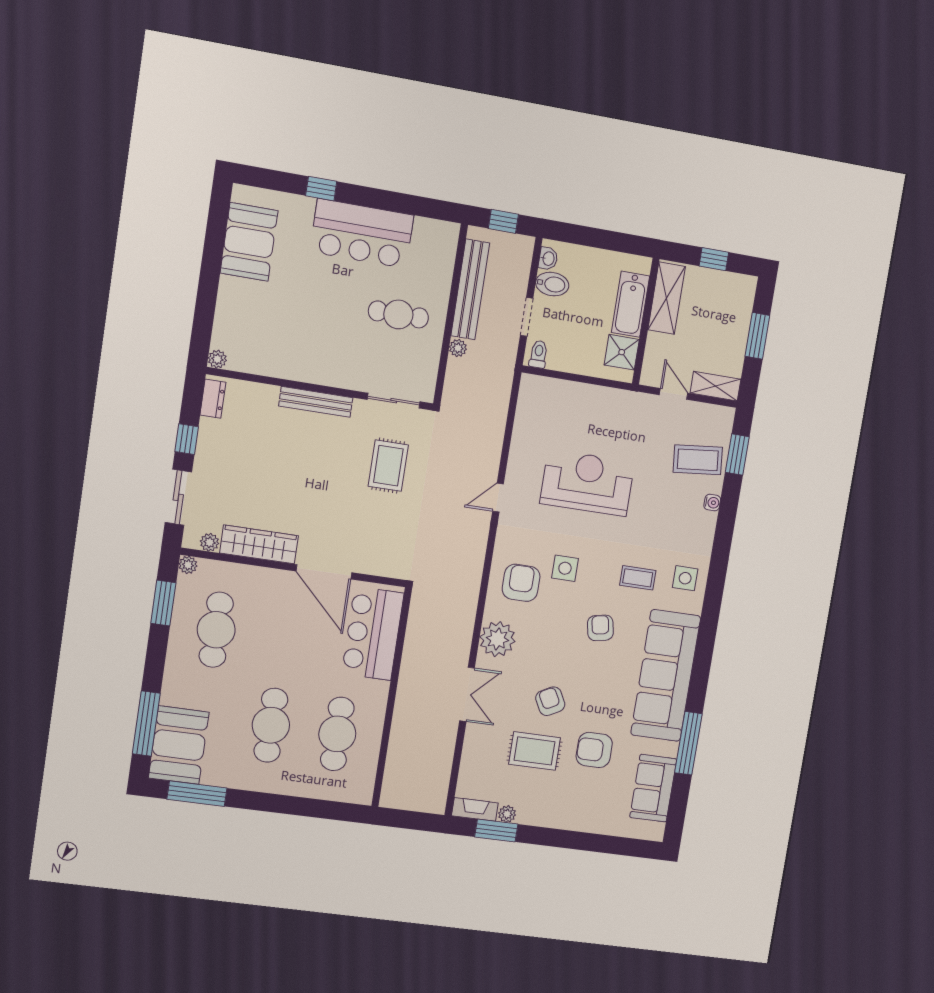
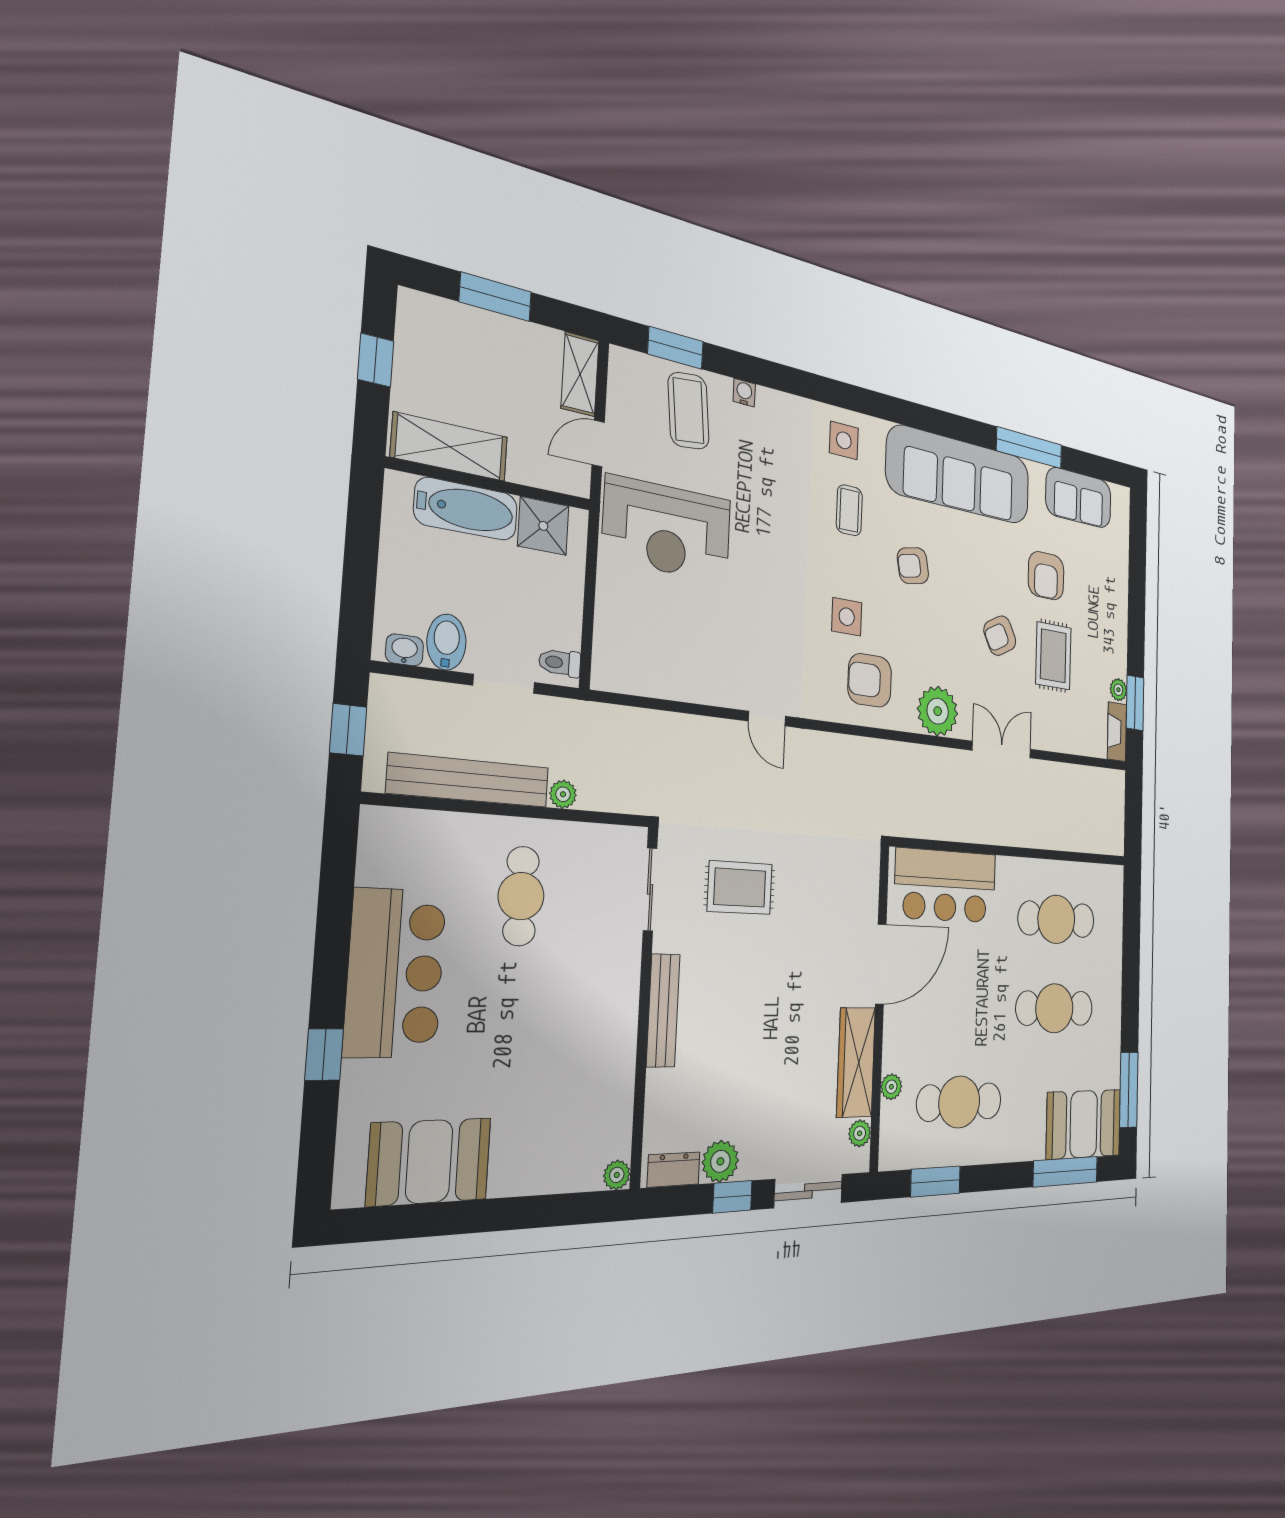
plant: (211, 433) -> (720, 1161), added
reception desk: (587, 483) -> (667, 529), moved, turned -90
plant: (188, 565) -> (891, 1087), moved

